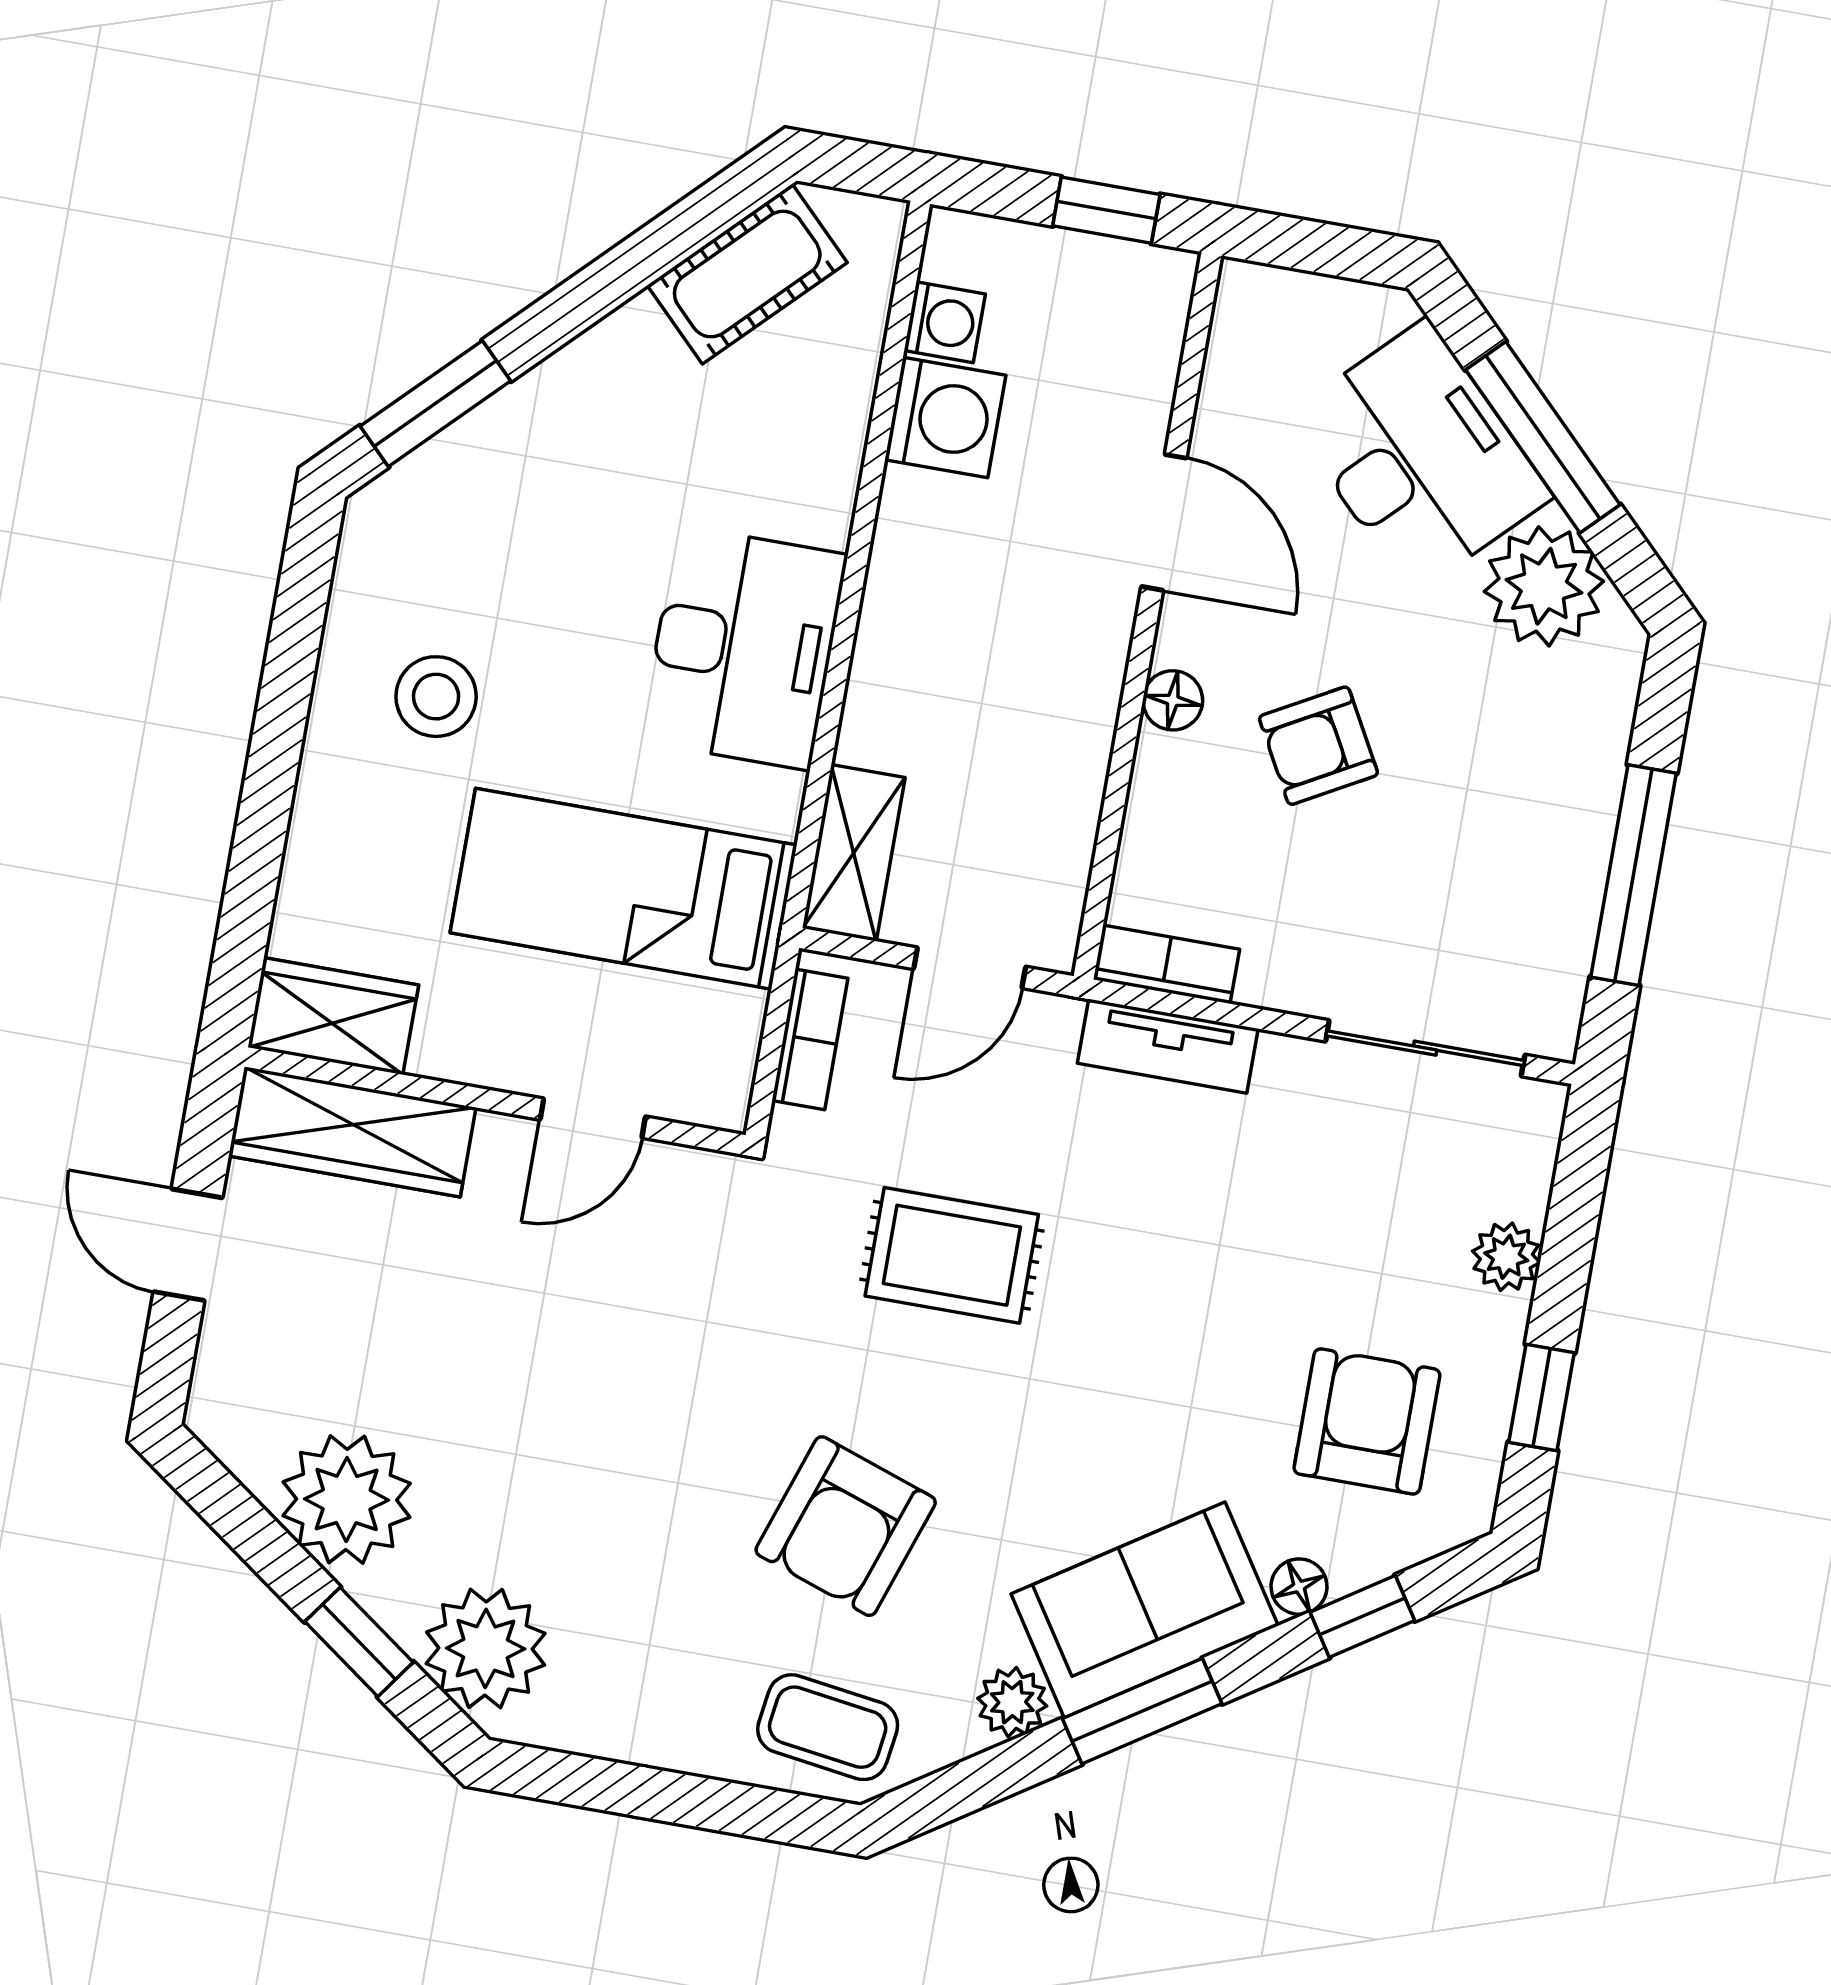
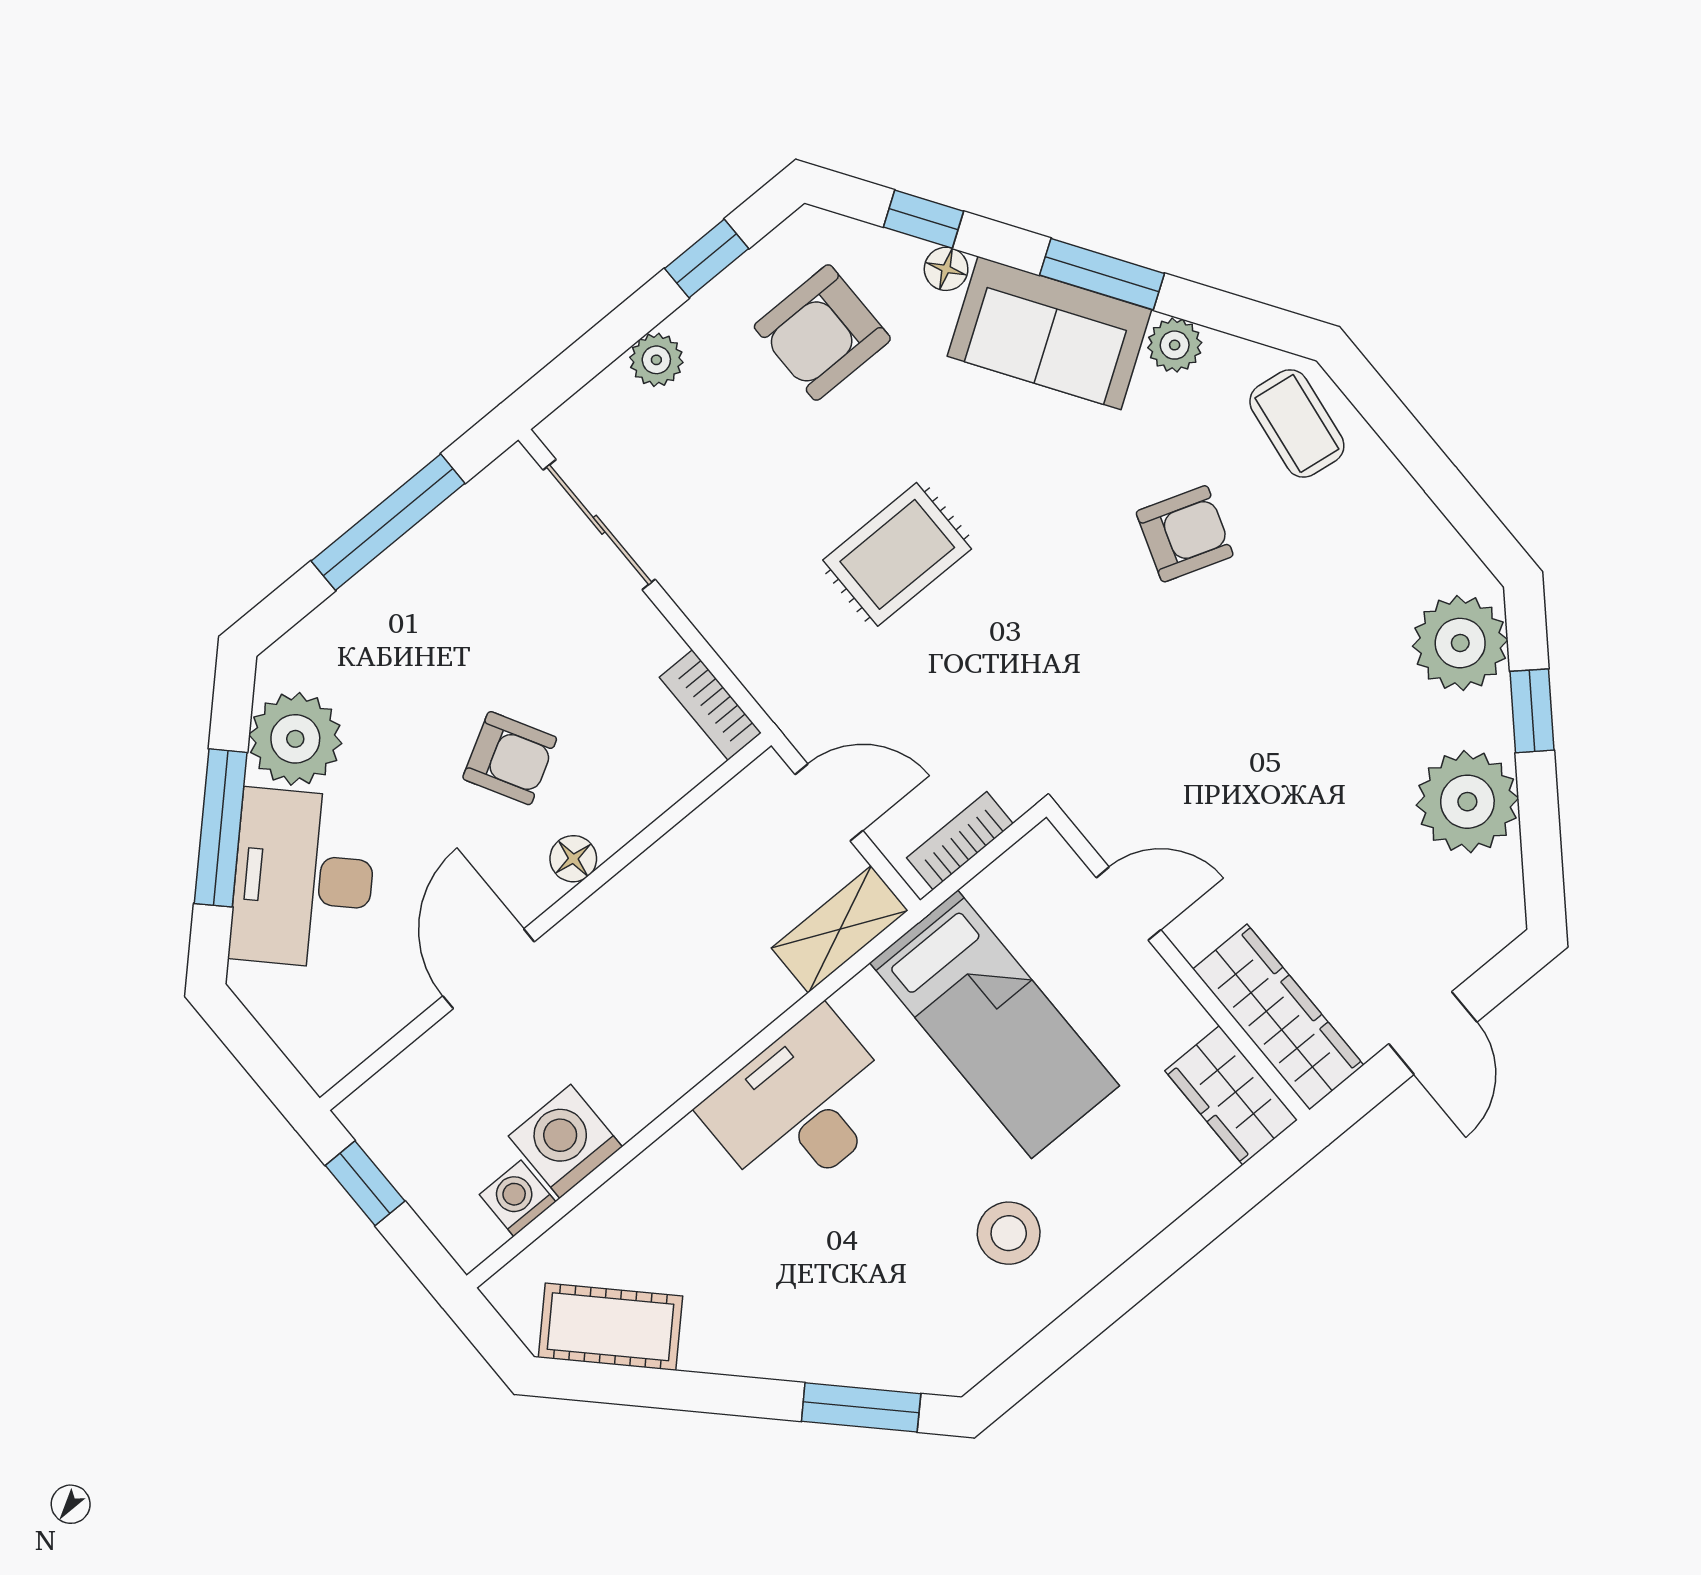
tv unit: (1168, 1046) -> (751, 656), removed
rug: (952, 1255) -> (897, 554), moved, turned 90
armchair: (846, 1526) -> (1185, 534), width x0.72, depth x0.72

